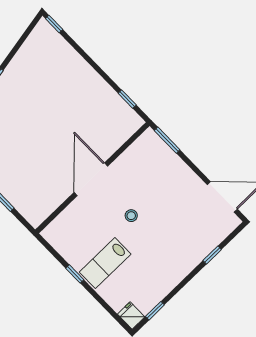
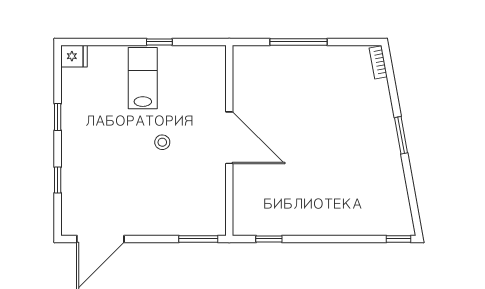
window: (155, 311) -> (58, 117), moved

